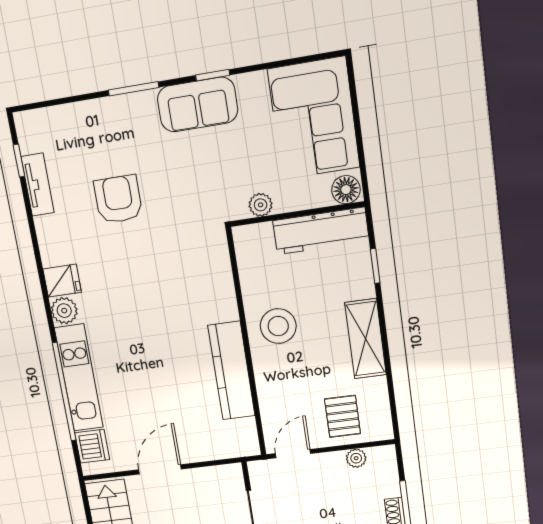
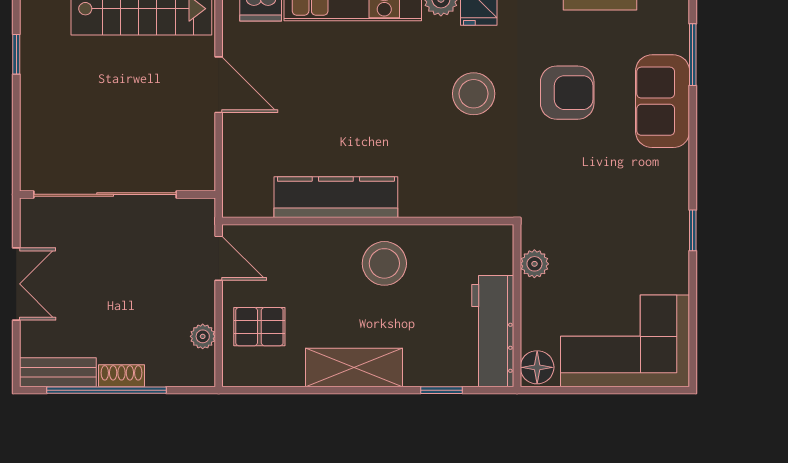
window: (133, 89) -> (693, 55), moved
sofa: (197, 104) -> (663, 101), moved
stool: (132, 275) -> (474, 94), added

